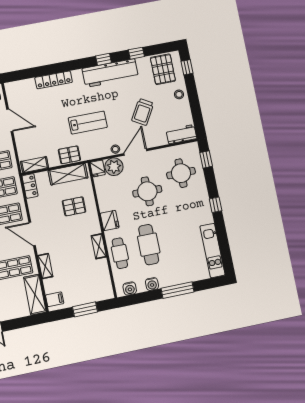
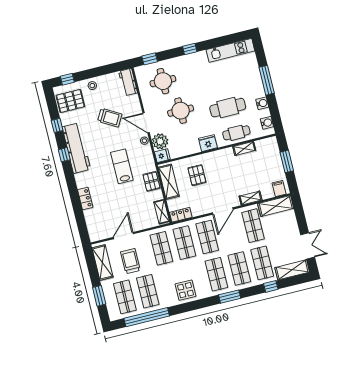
locker: (54, 80) -> (85, 198), width x0.66
shelving: (99, 246) -> (244, 148), moved

